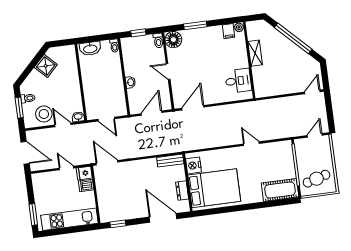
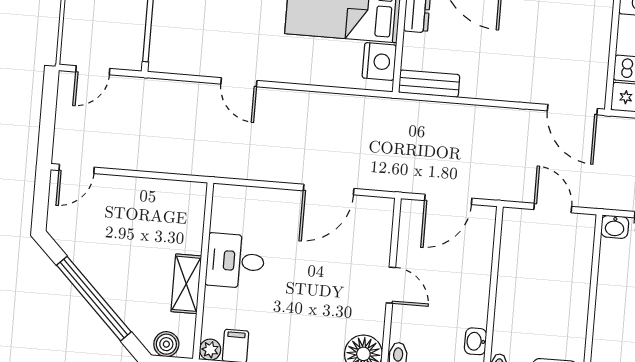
boiler: (258, 26) -> (166, 344), added
desk: (238, 81) -> (235, 261), moved
washbasin: (130, 82) -> (476, 341), moved
door: (193, 108) -> (329, 190), moved

